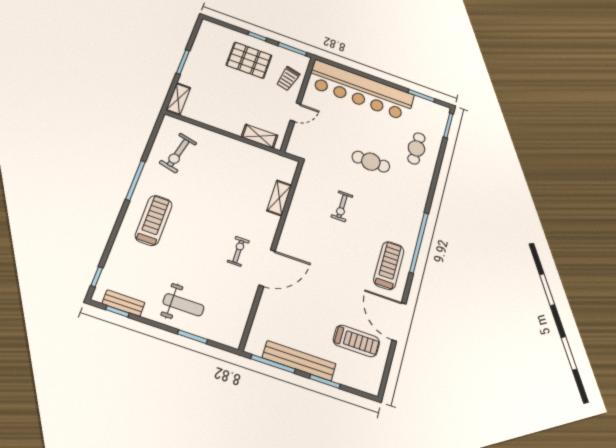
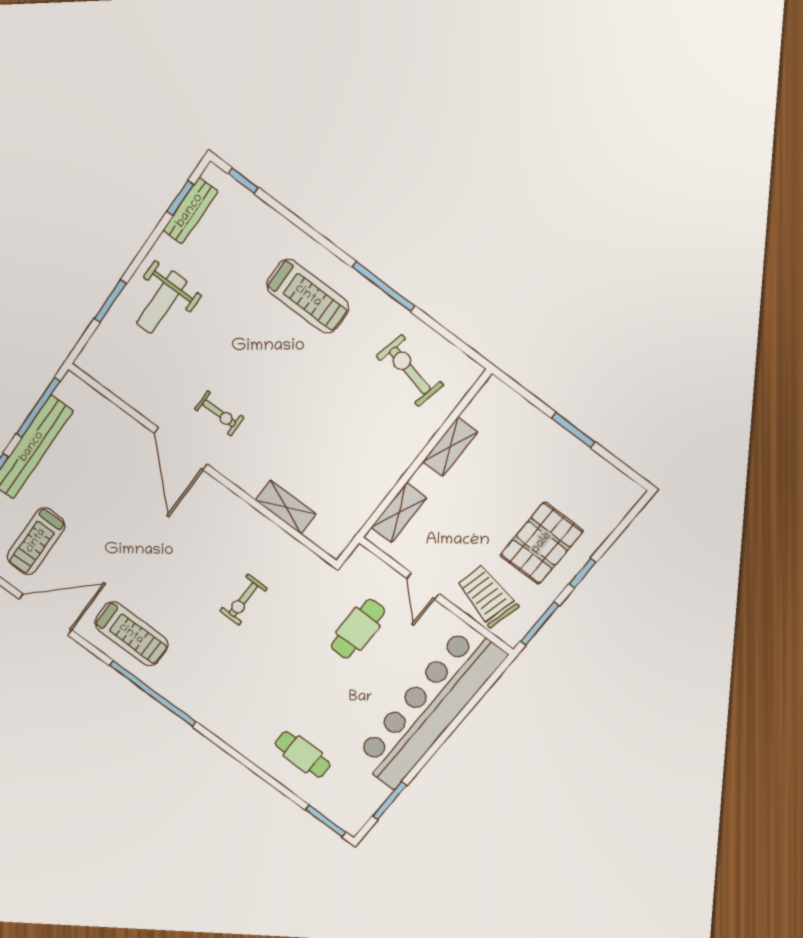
trolley: (288, 79) -> (487, 596), width x1.36, depth x1.39
shelving: (178, 99) -> (450, 447), moved, turned 90
cafe table: (371, 162) -> (358, 629), moved
exercise bike: (342, 206) -> (243, 600), turned -90

